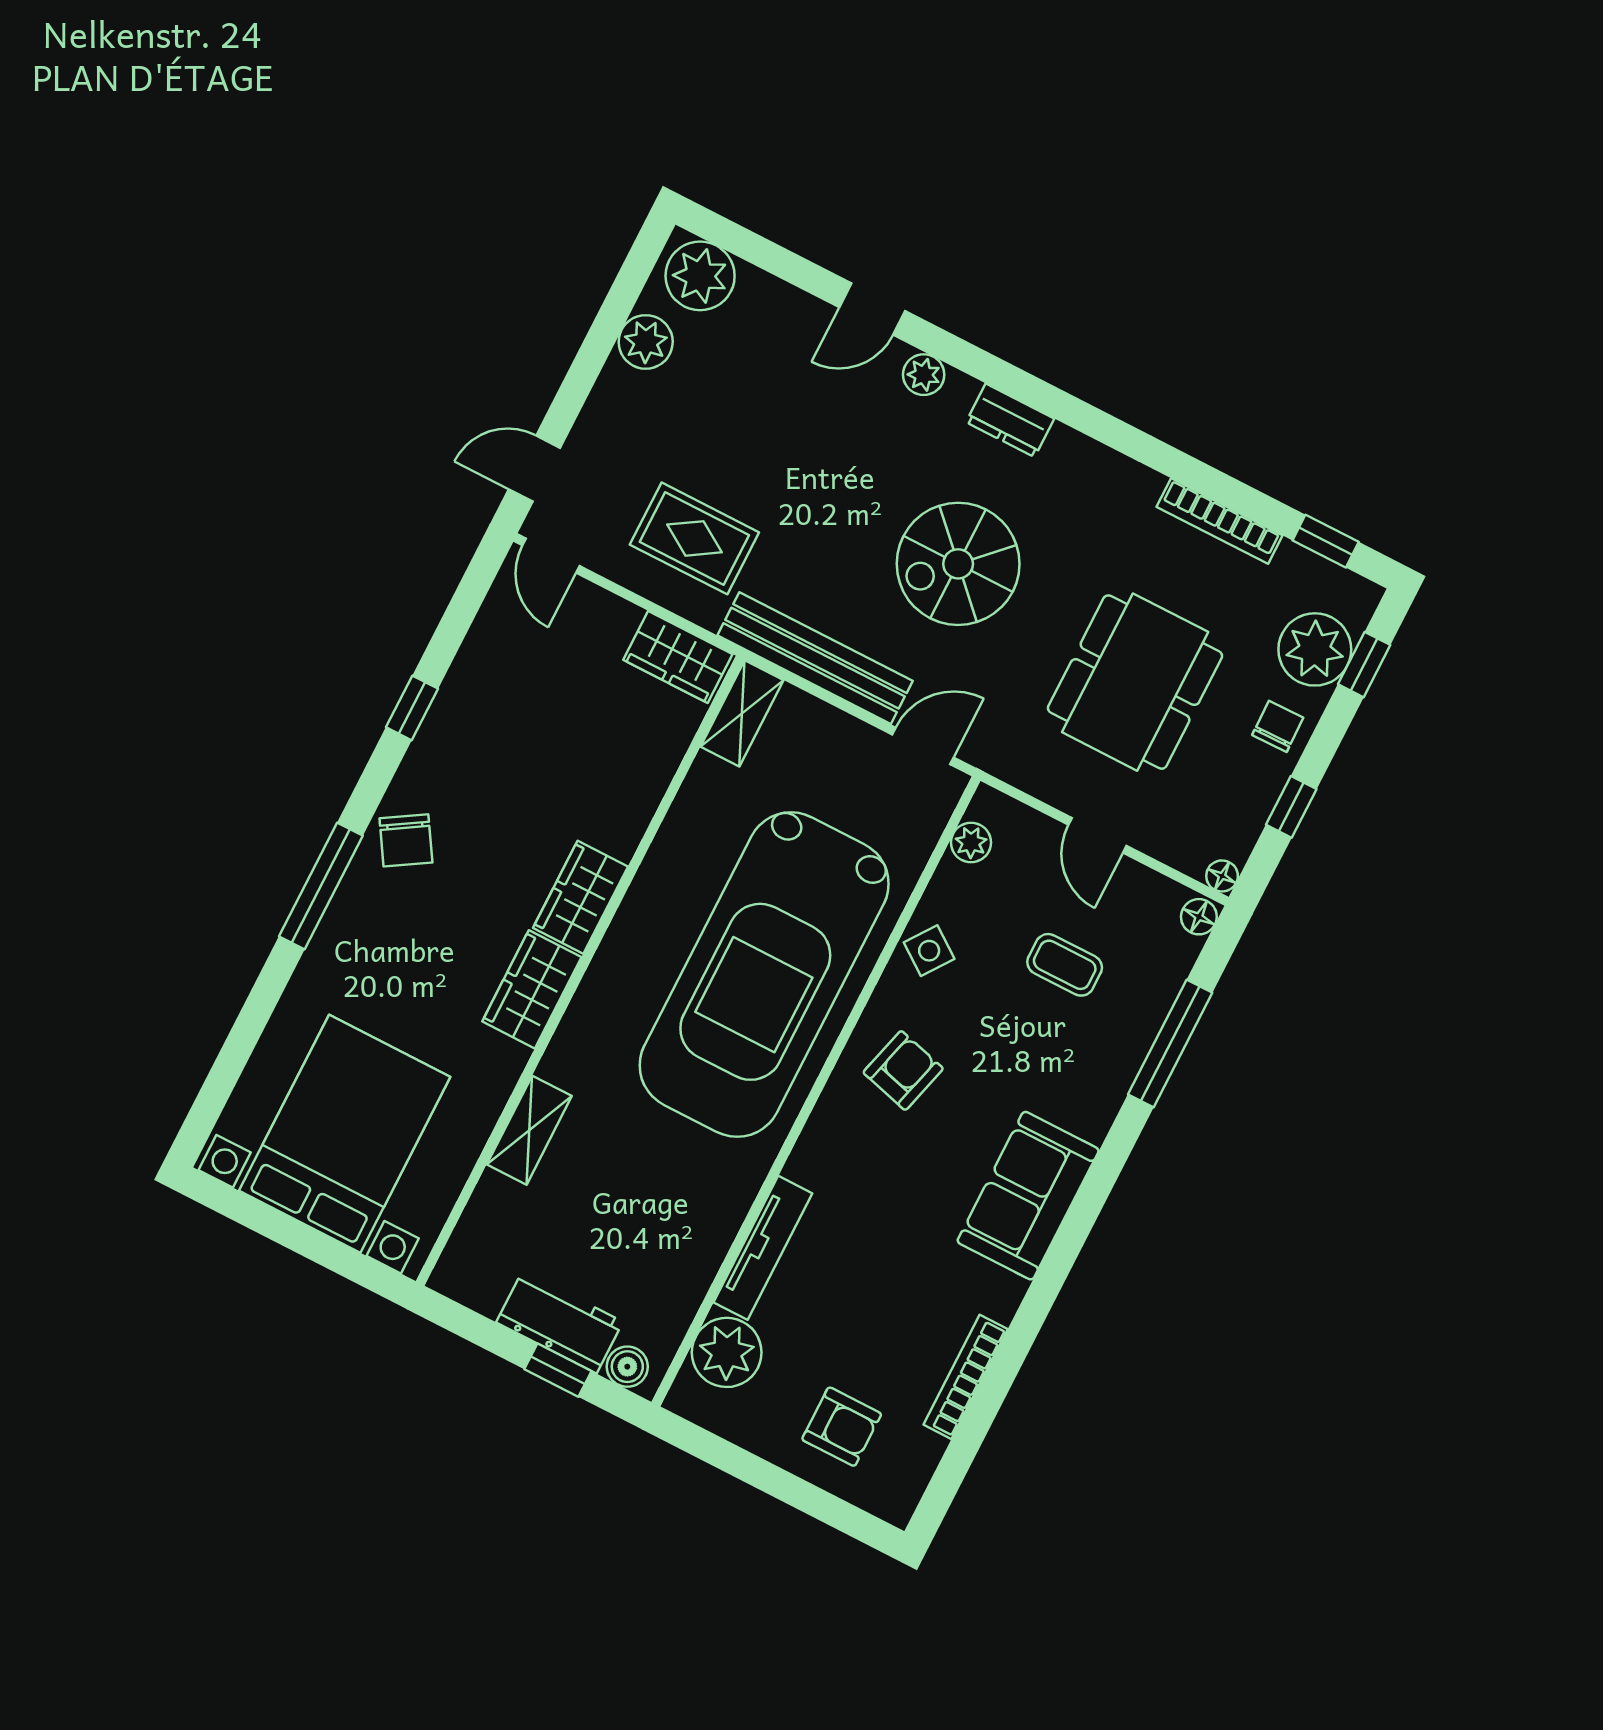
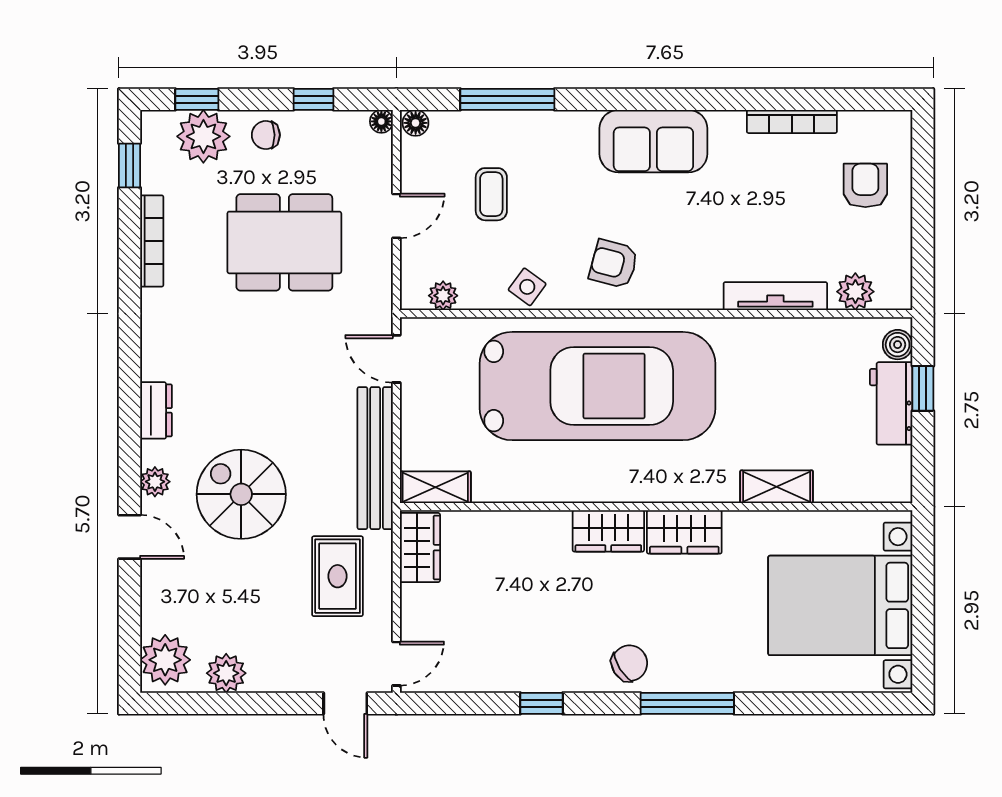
spiral stairs: (958, 564) -> (241, 494), moved, turned 180
plant: (727, 1352) -> (855, 292), width x0.73, depth x0.73

